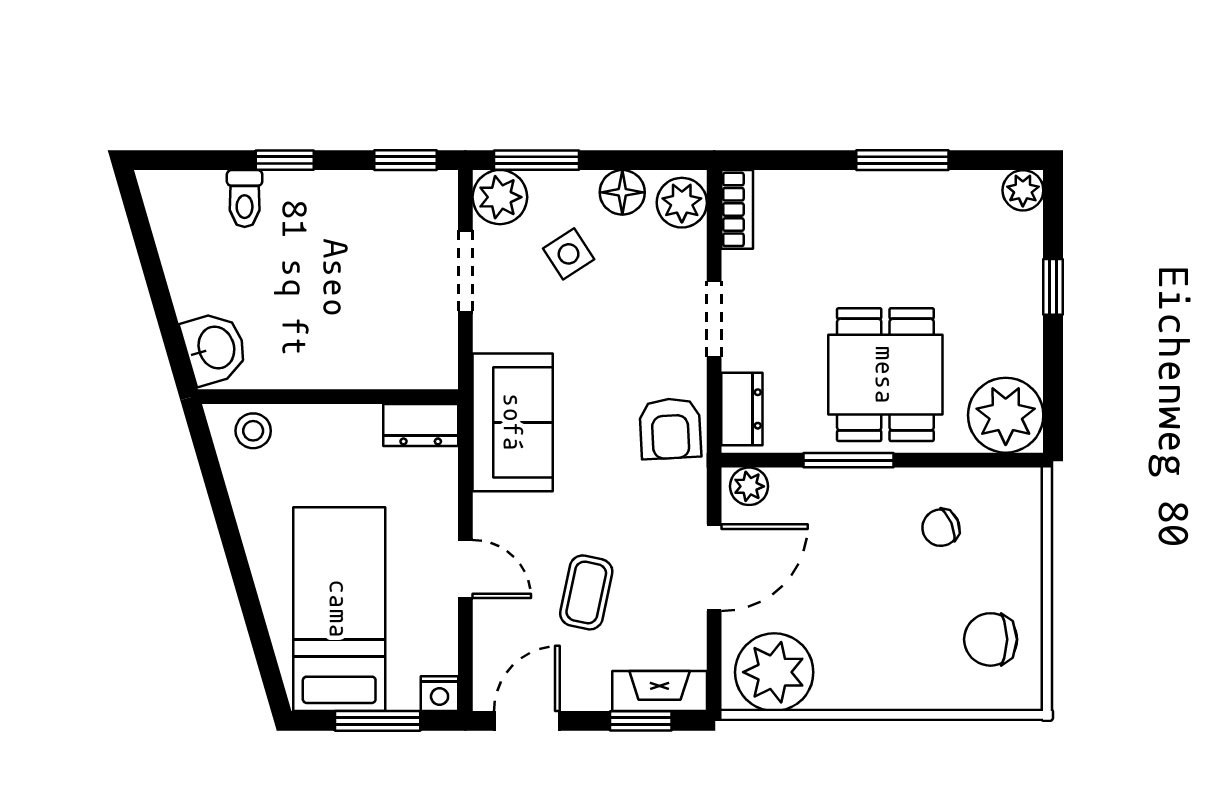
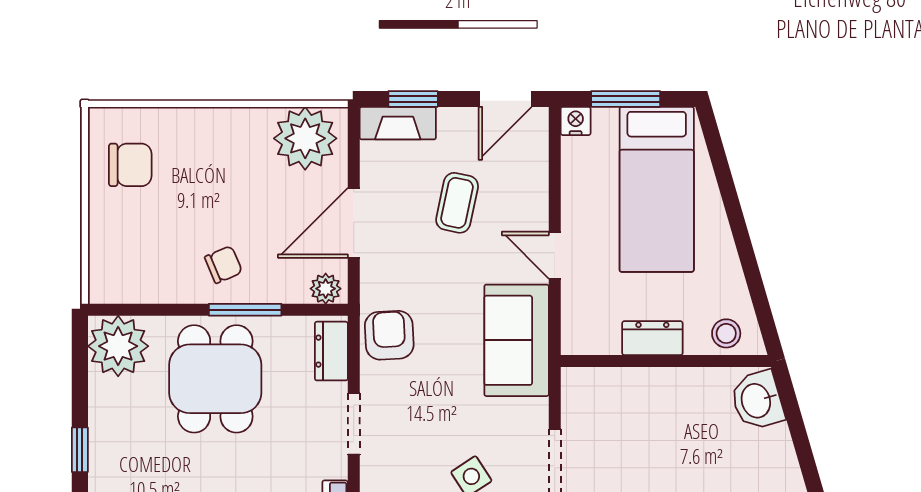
dresser: (421, 425) -> (652, 338), moved
chair: (941, 528) -> (224, 265), moved
door: (465, 569) -> (555, 255), moved

